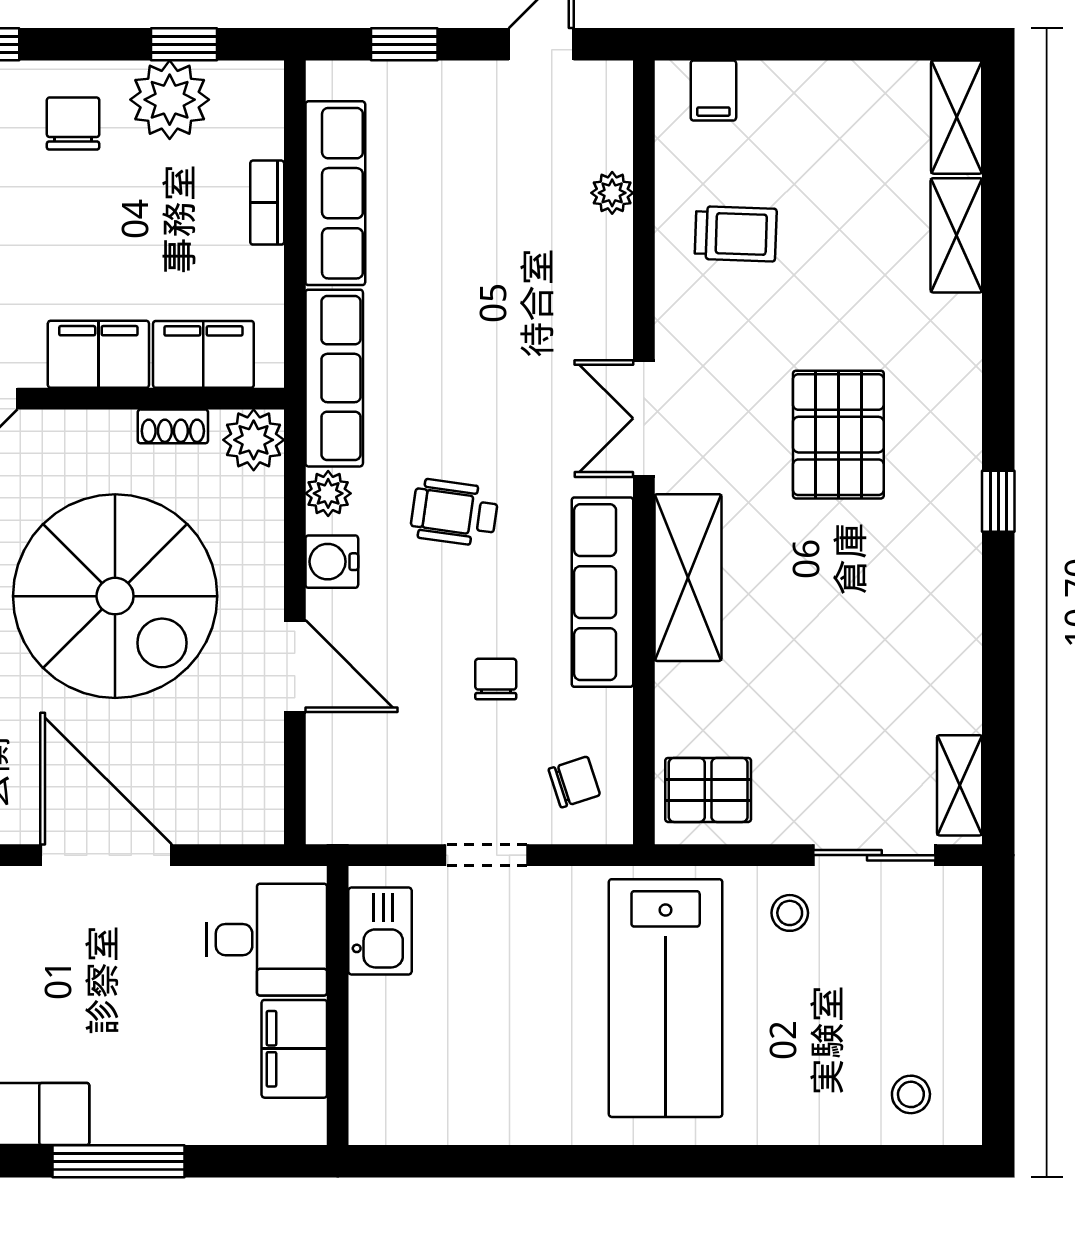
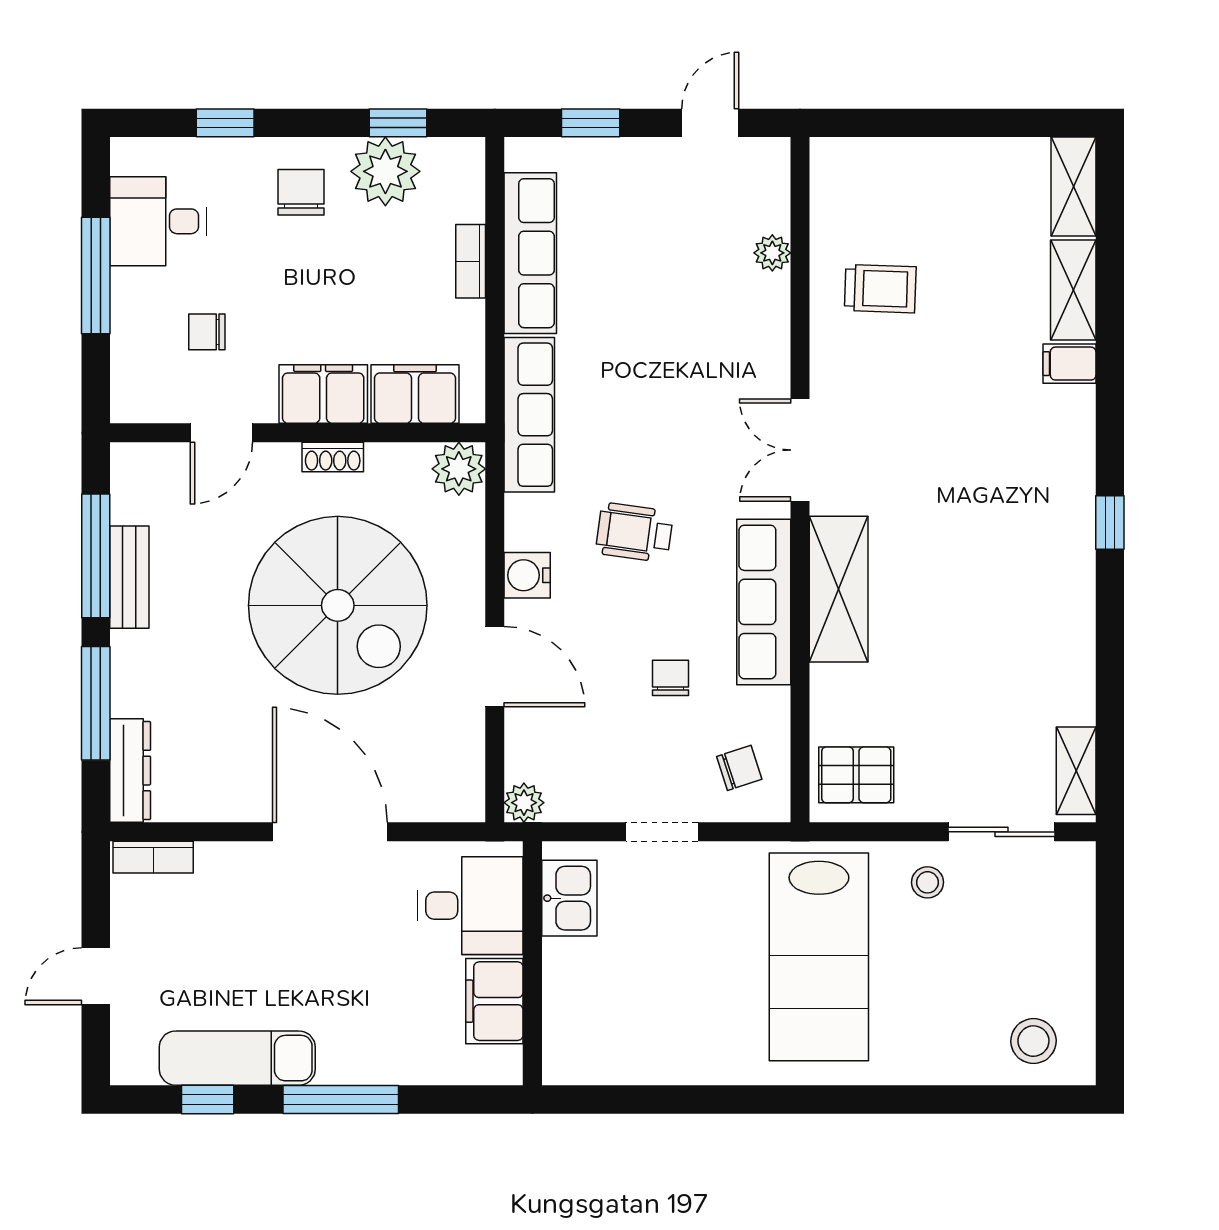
filing cabinet: (713, 90) -> (1069, 364), moved, turned 90
shoe rack: (173, 426) -> (333, 457), moved
pallet: (838, 435) -> (970, 464), removed
plant: (328, 493) -> (524, 803), moved
stool: (911, 1094) -> (1033, 1041), width x1.37, depth x1.37

